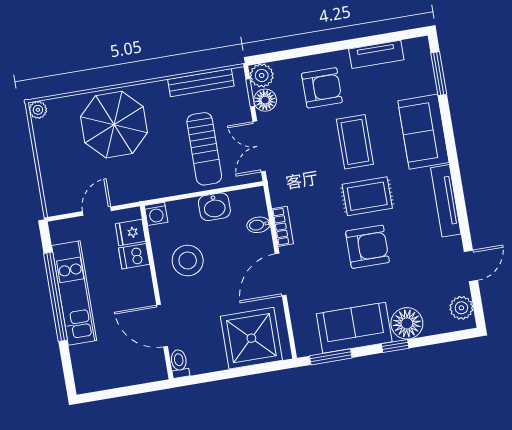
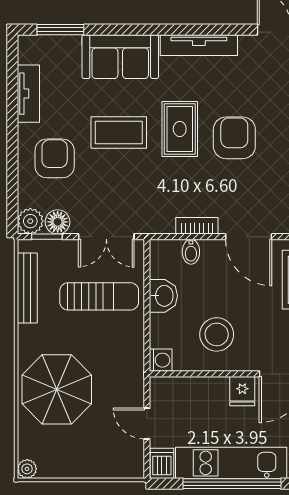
fridge: (130, 233) -> (242, 391), moved
dishwasher: (134, 256) -> (162, 463), moved, turned 180

